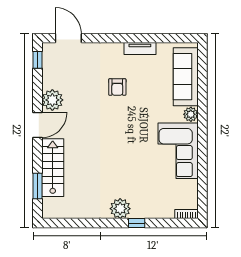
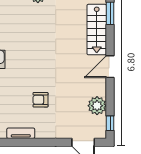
armchair: (117, 87) -> (40, 100), turned -90
plant: (52, 100) -> (97, 106), moved

